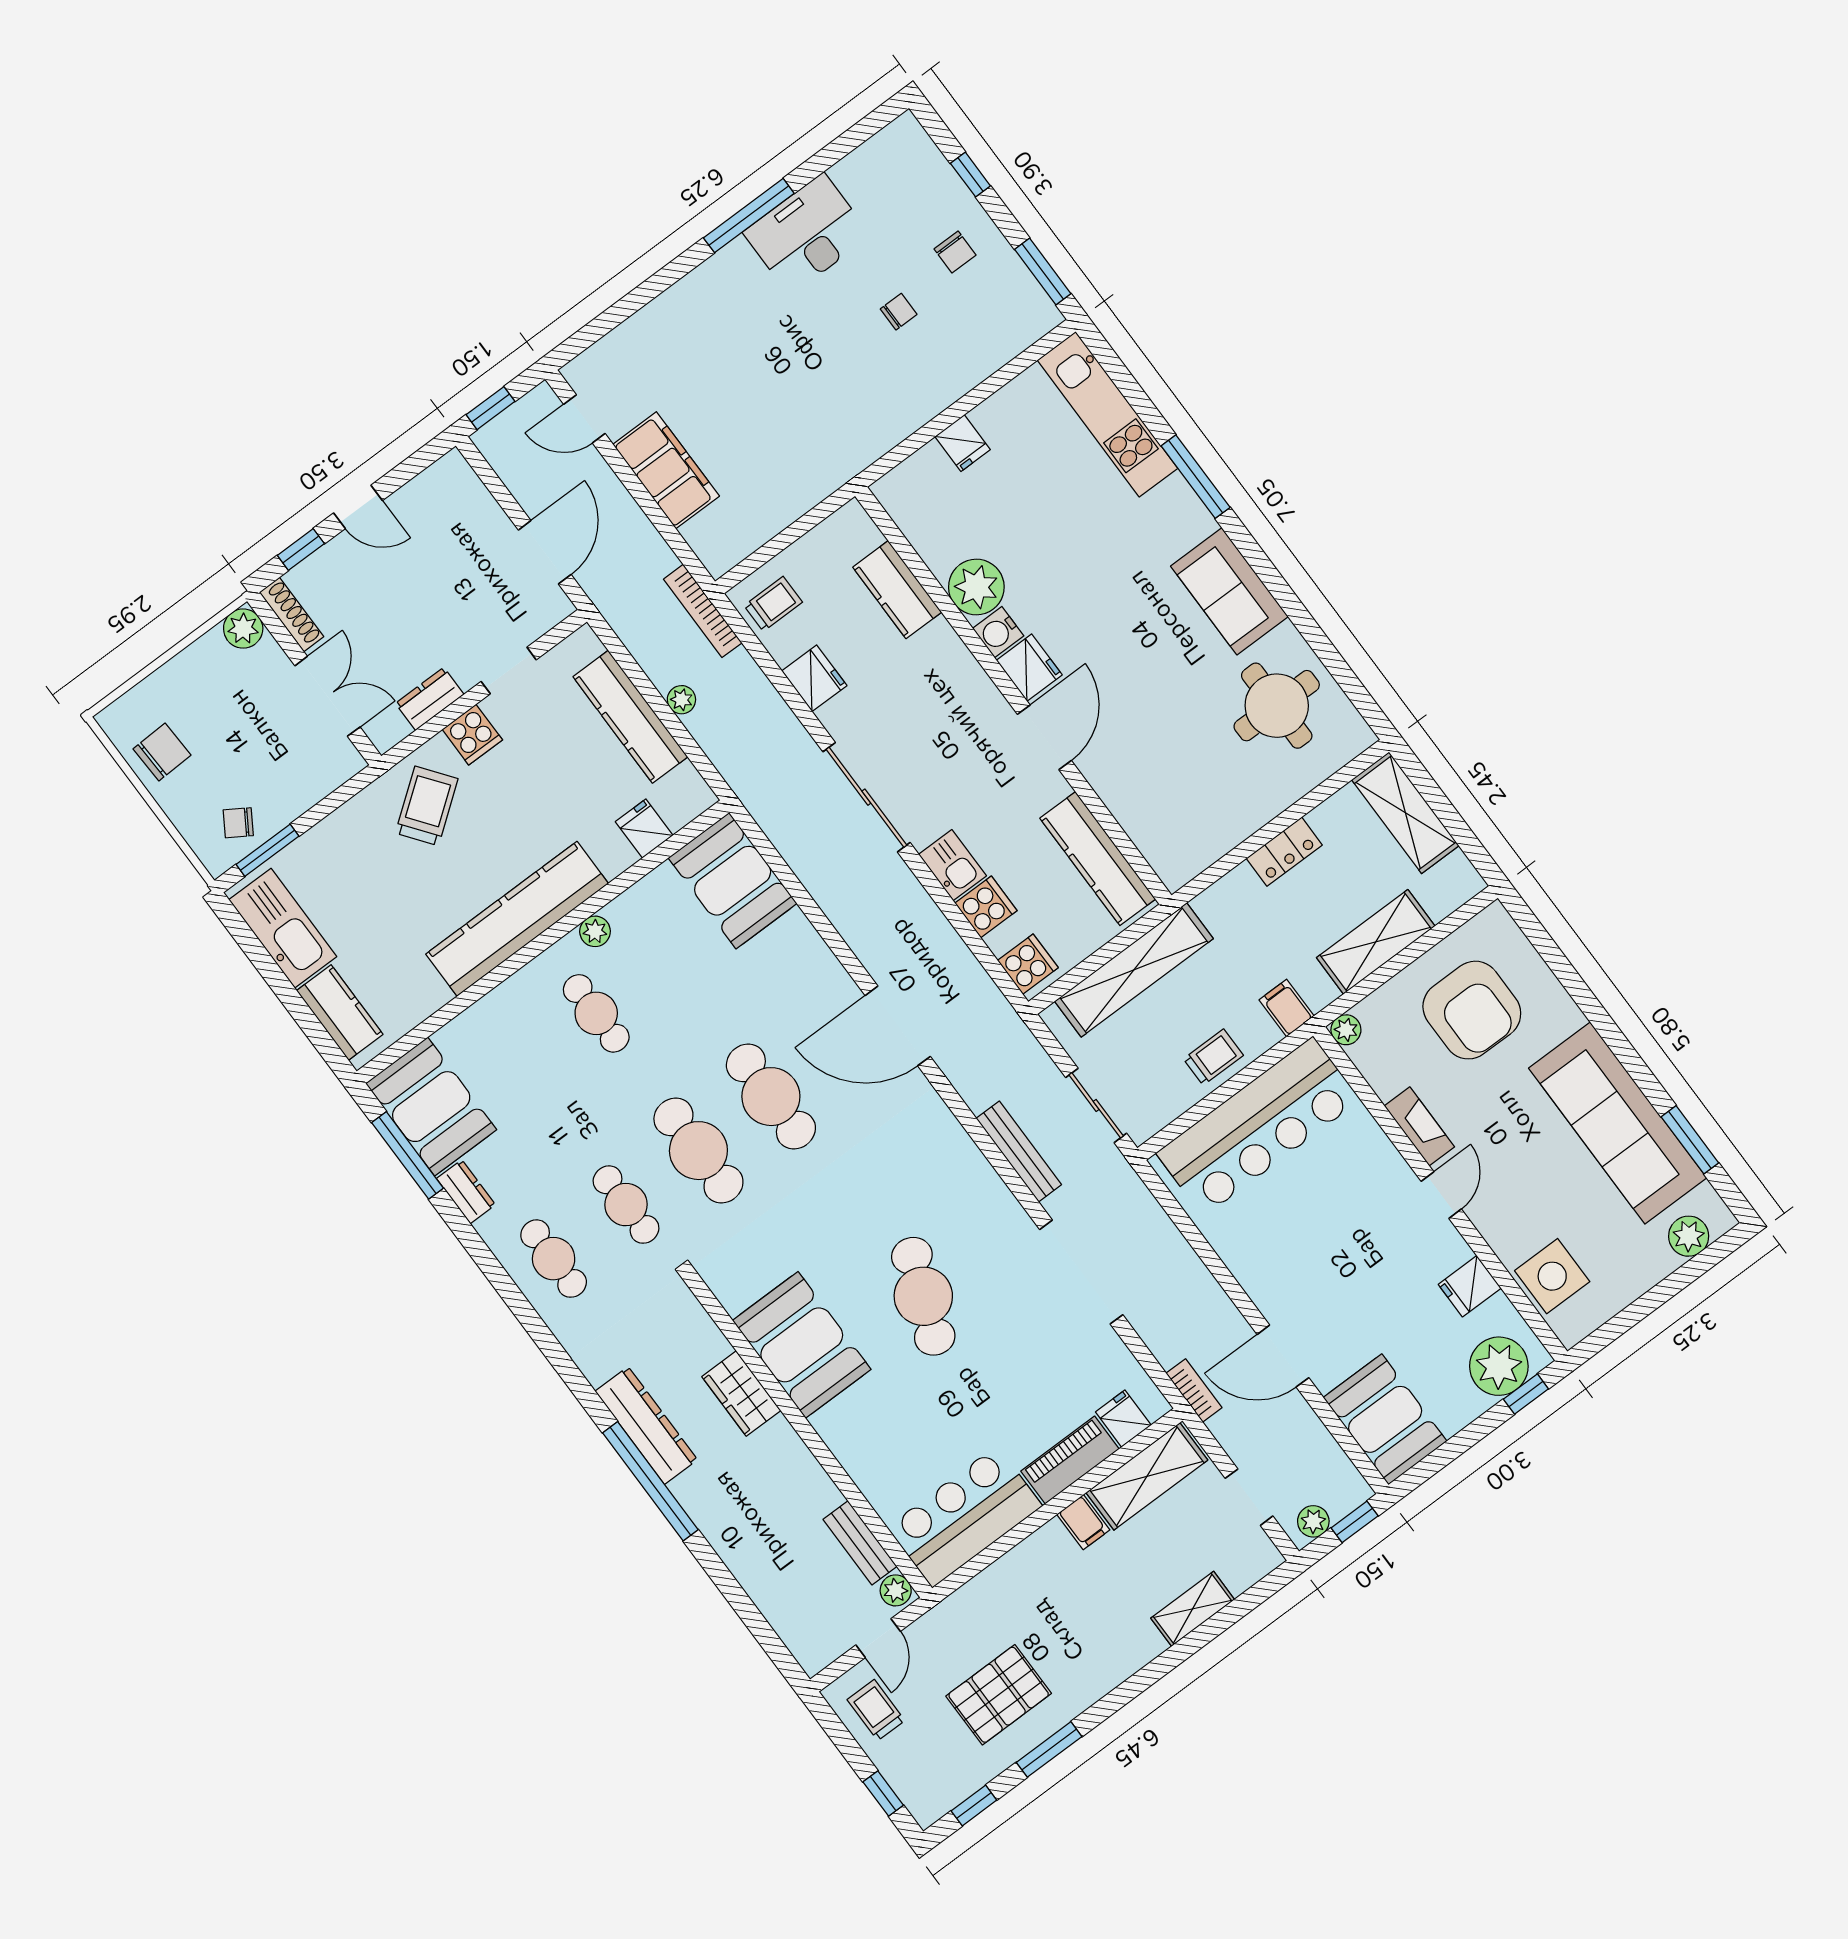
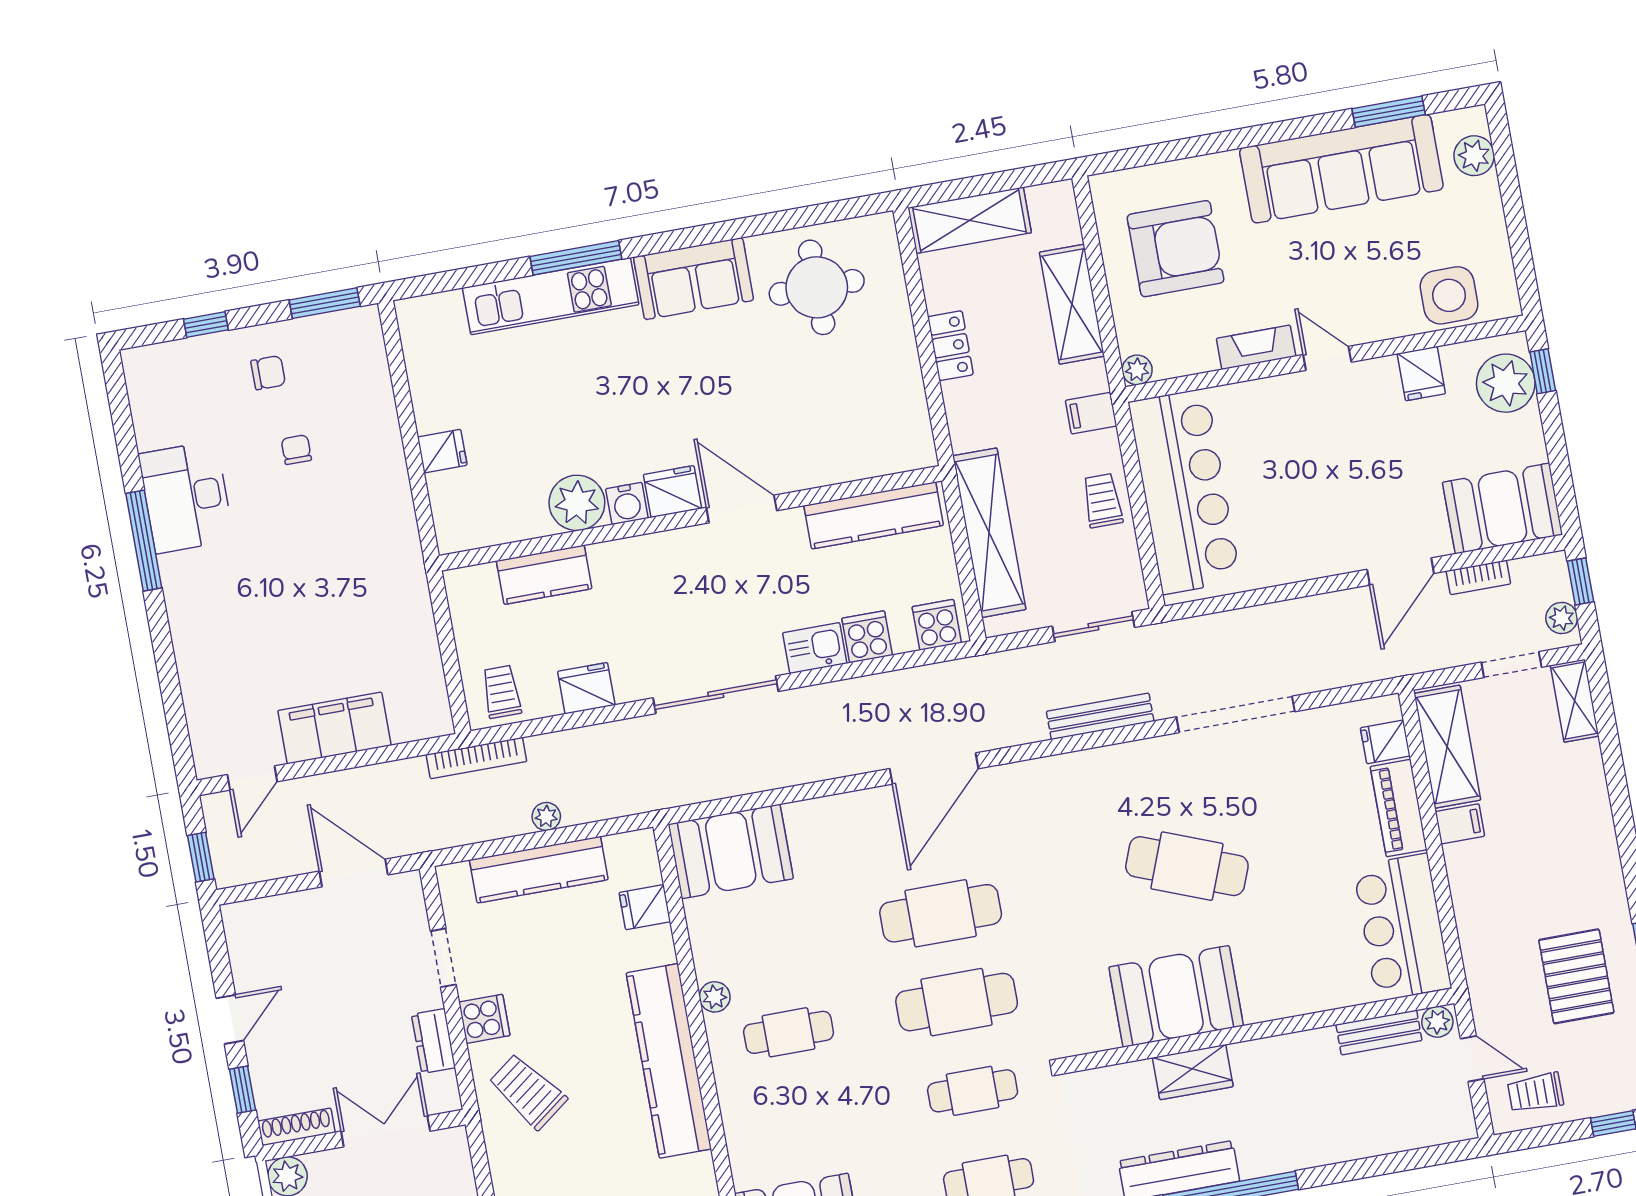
kitchen unit: (1107, 414) -> (551, 296), moved
bookcase: (1194, 1390) -> (1478, 577), moved, turned 180
shelving: (1193, 1609) -> (1575, 701), moved

